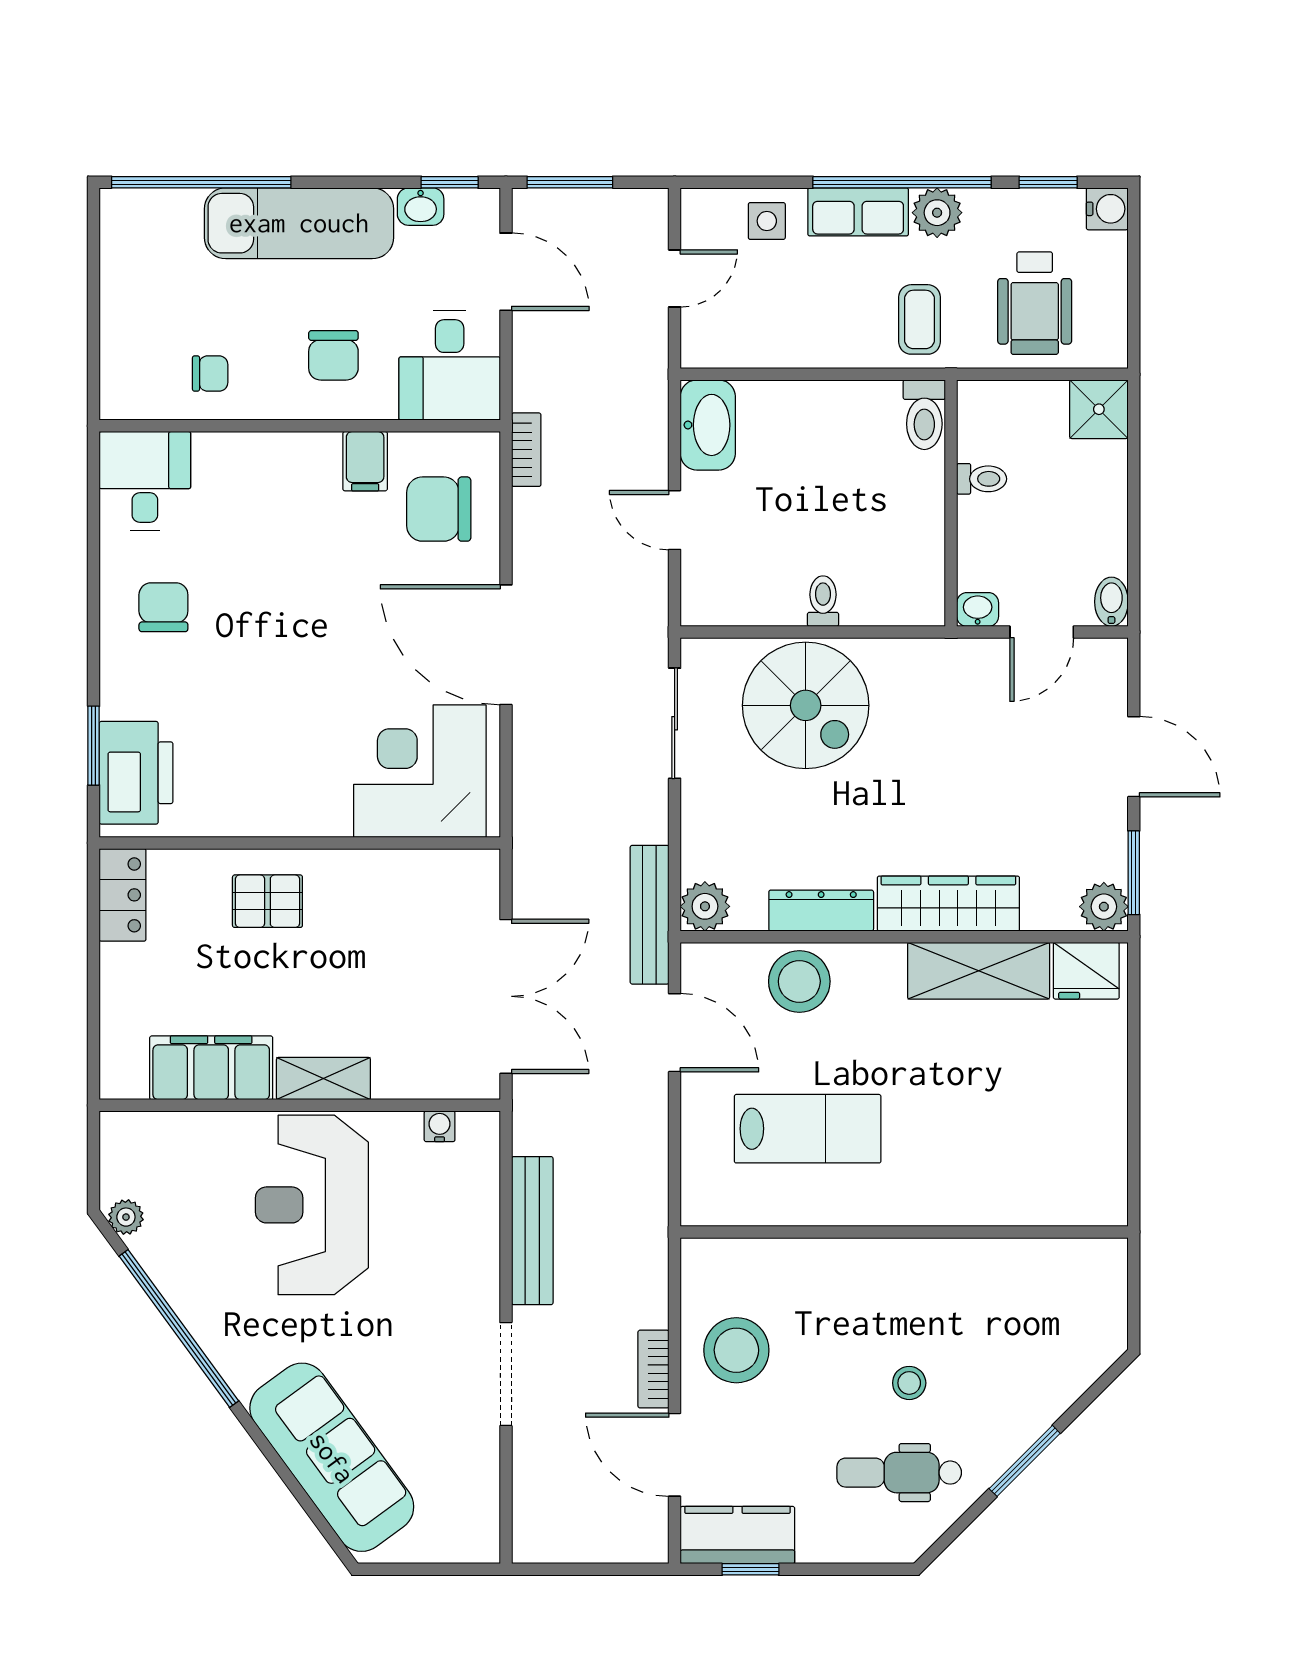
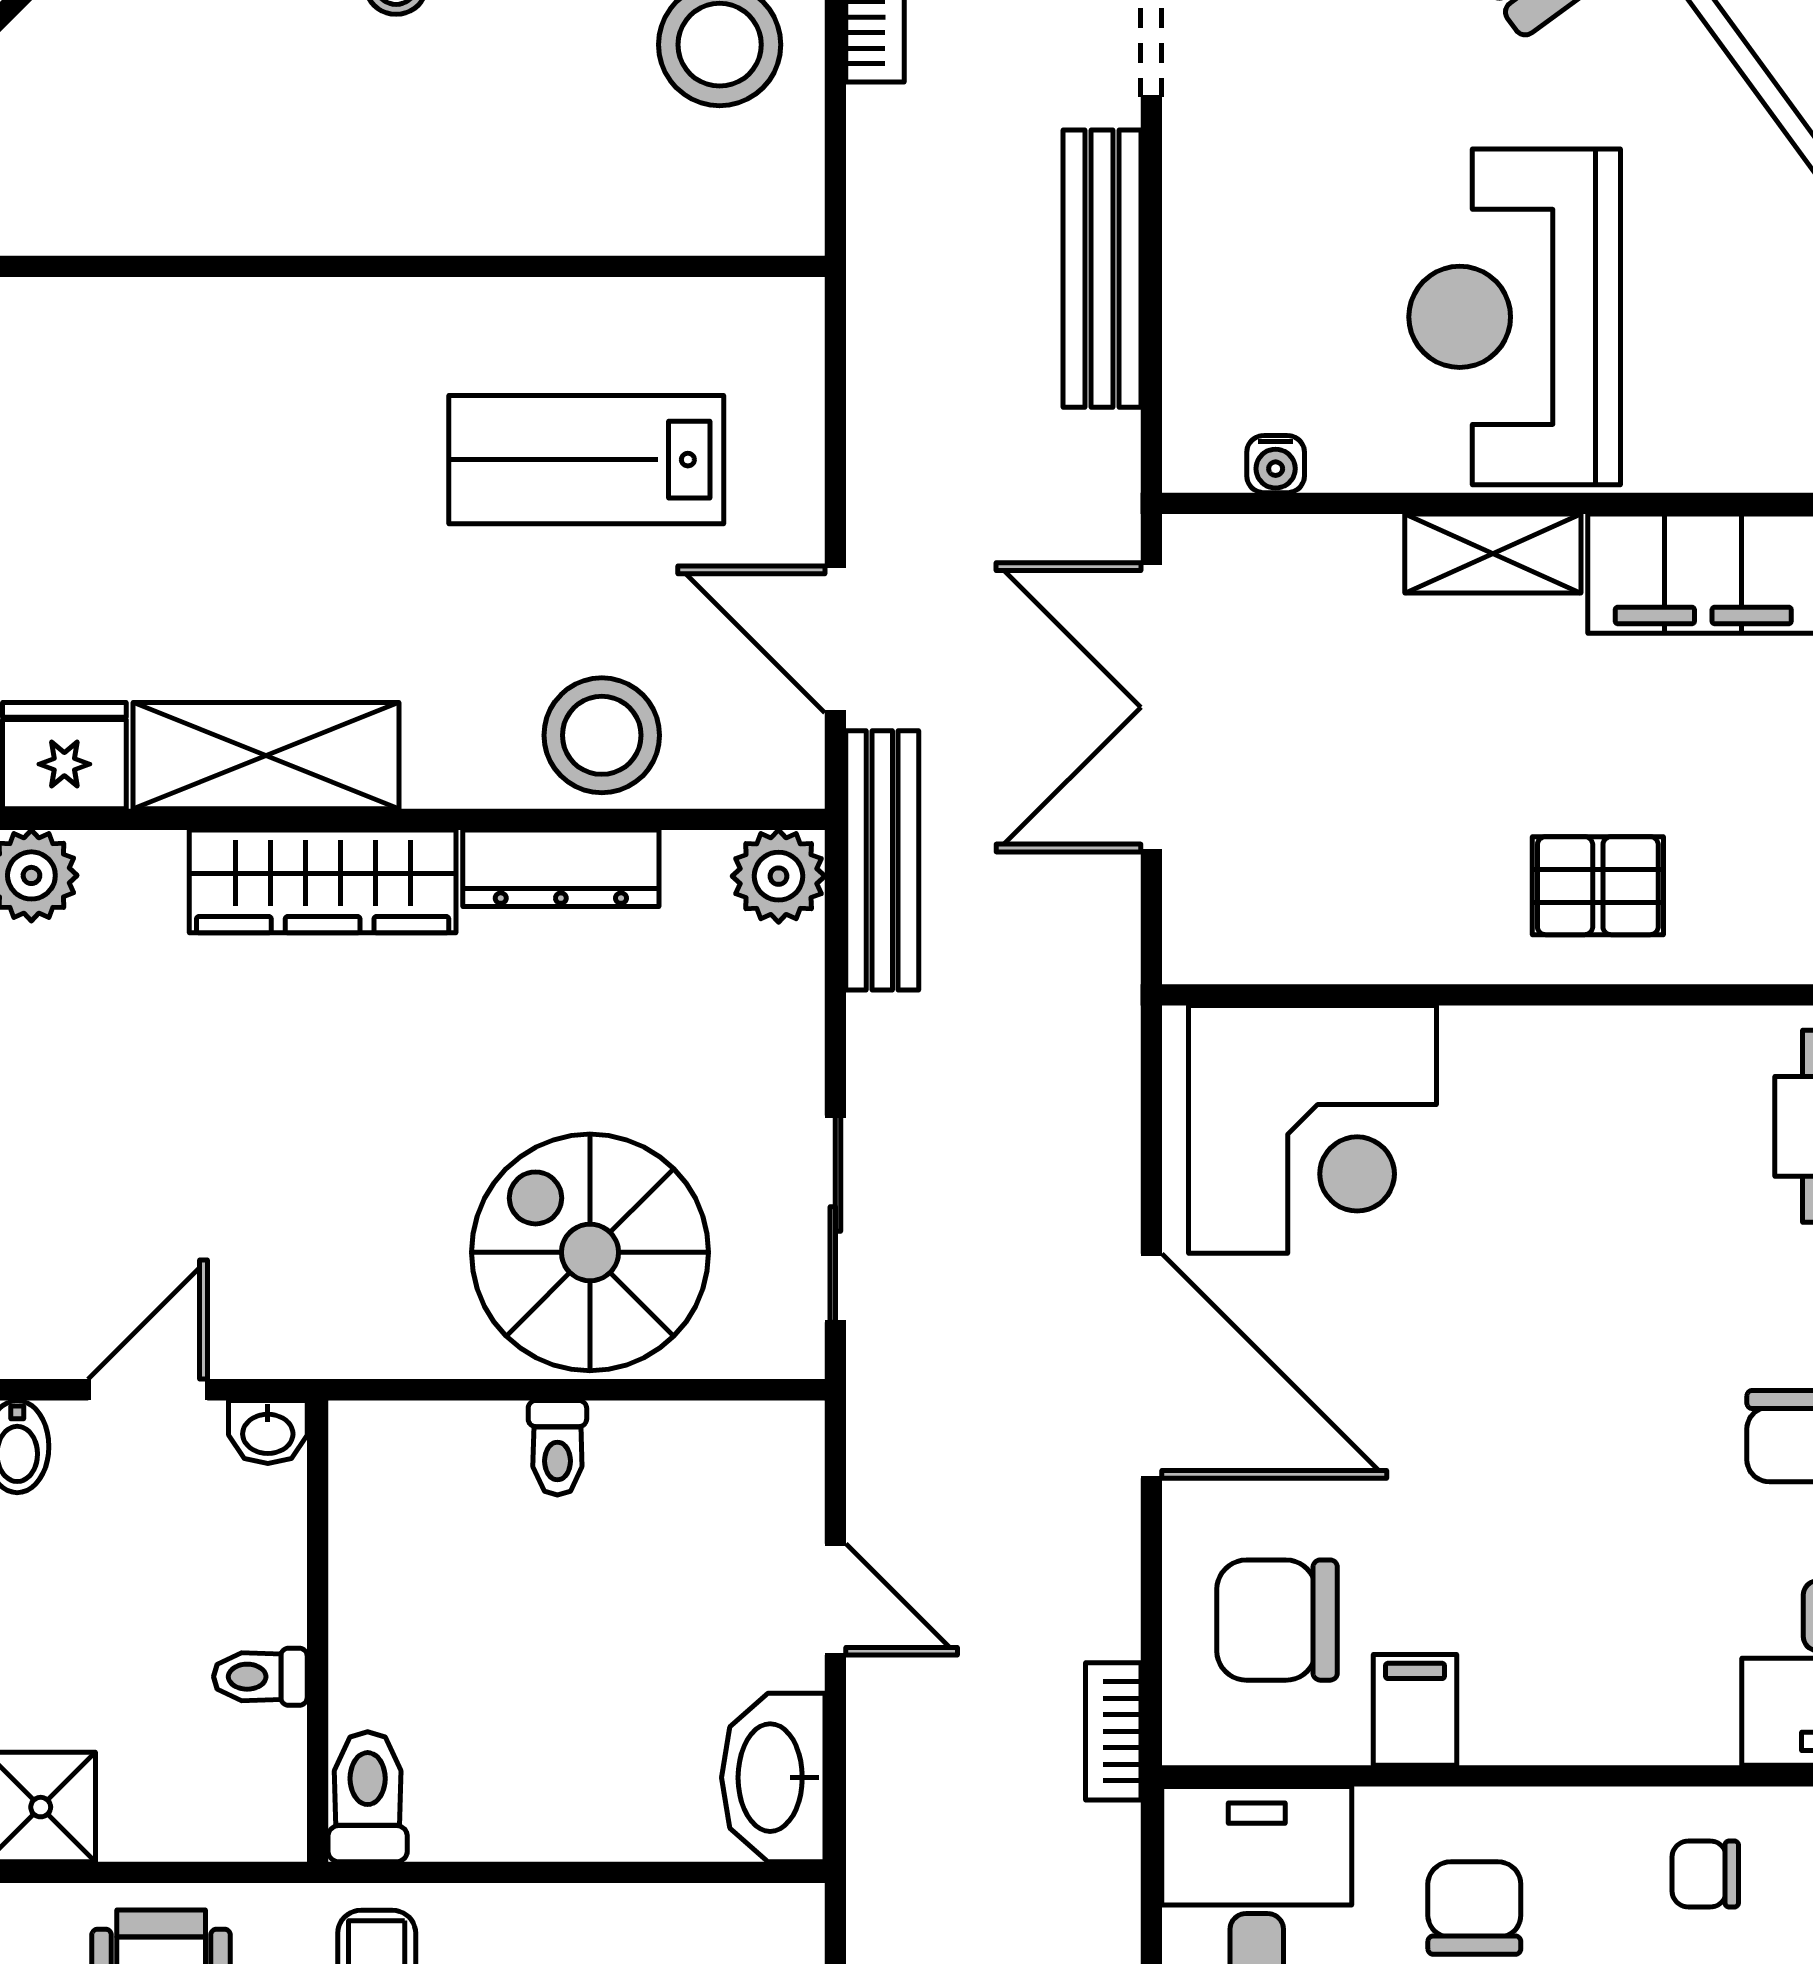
chair: (439, 509) -> (1277, 1620), turned 180
reception desk: (312, 1205) -> (1515, 317), turned 180

